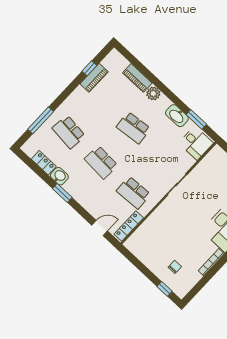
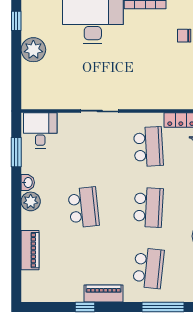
window: (89, 68) -> (85, 307), moved
piano: (94, 78) -> (104, 294), moved
plant: (153, 93) -> (31, 201), moved
washbasin: (177, 116) -> (28, 183), width x0.52, depth x0.69

